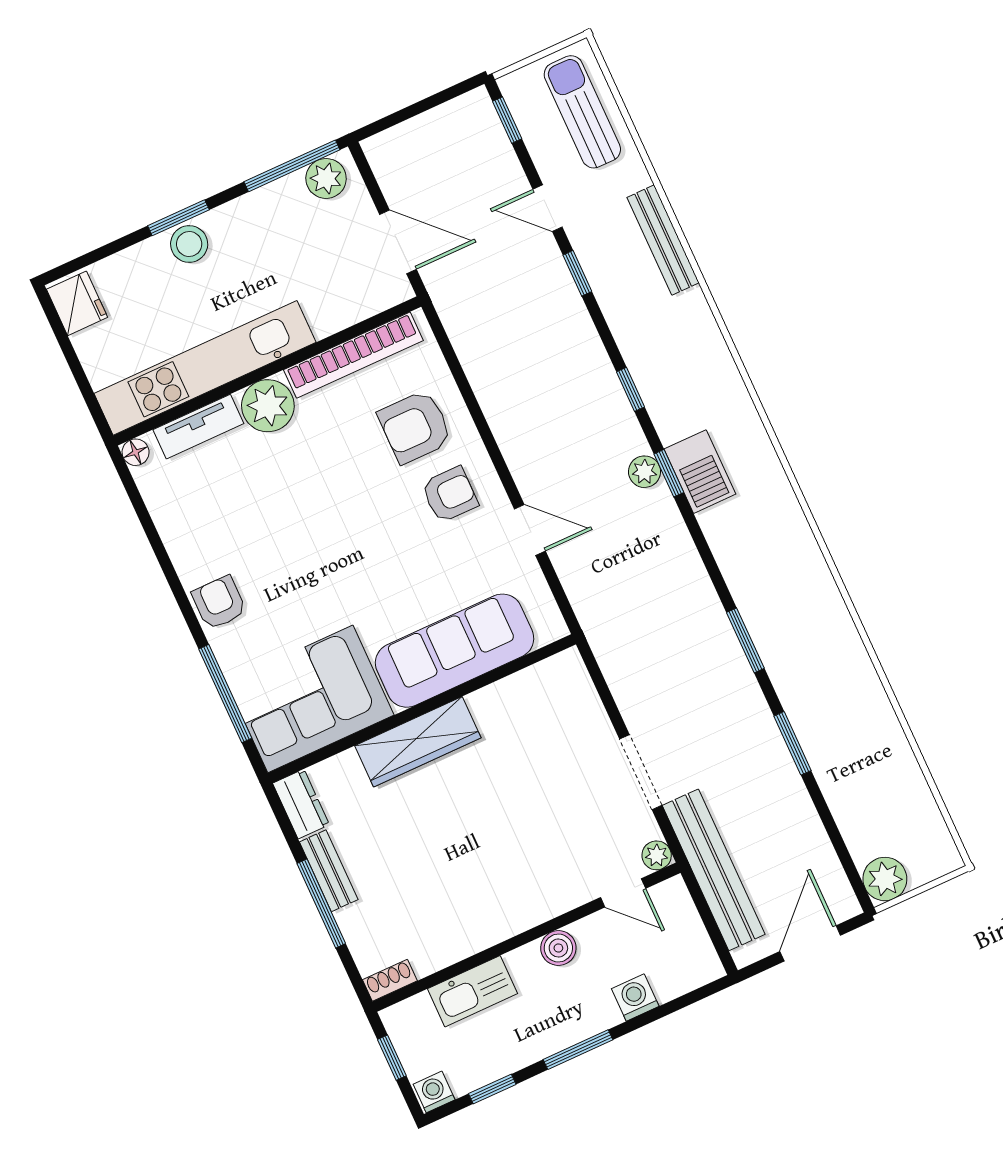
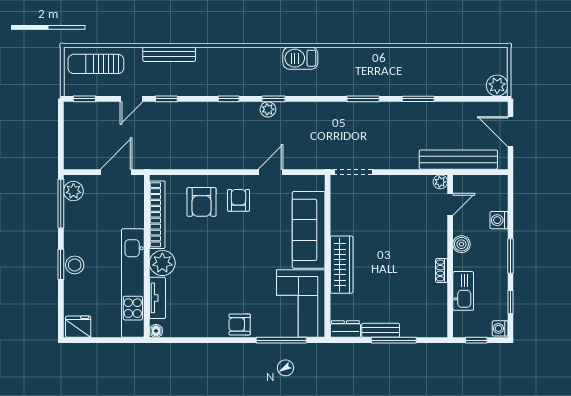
barbecue: (700, 472) -> (300, 58), moved, turned 180
doorway: (641, 772) -> (353, 172), moved
shoe rack: (390, 980) -> (442, 270), moved

